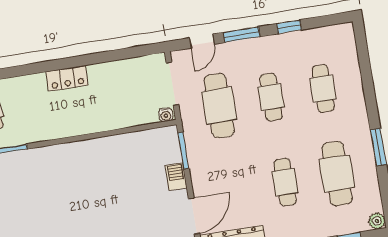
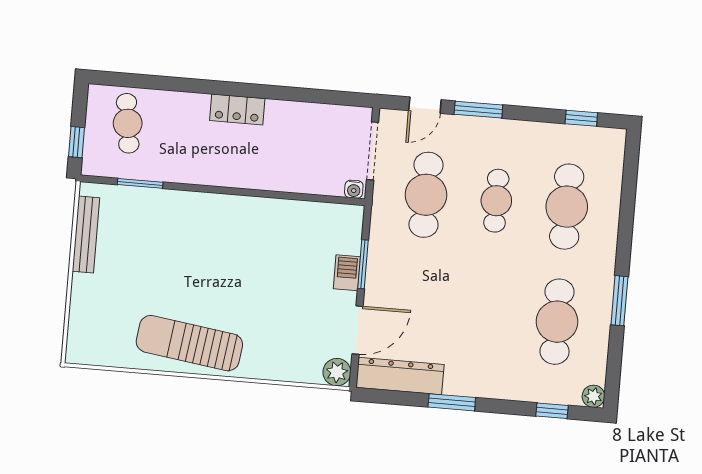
window: (289, 27) -> (581, 118), moved
cafe table: (323, 89) -> (567, 207), width x1.37, depth x1.35
window: (183, 150) -> (363, 264), moved
cafe table: (285, 182) -> (487, 316), removed

